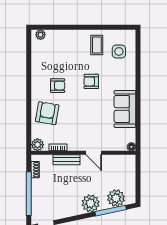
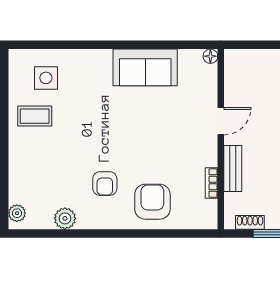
armchair: (91, 81) -> (98, 126), removed
armchair: (58, 86) -> (105, 184), turned 180
armchair: (47, 113) -> (152, 202), turned 80
plant: (37, 145) -> (65, 218), moved

